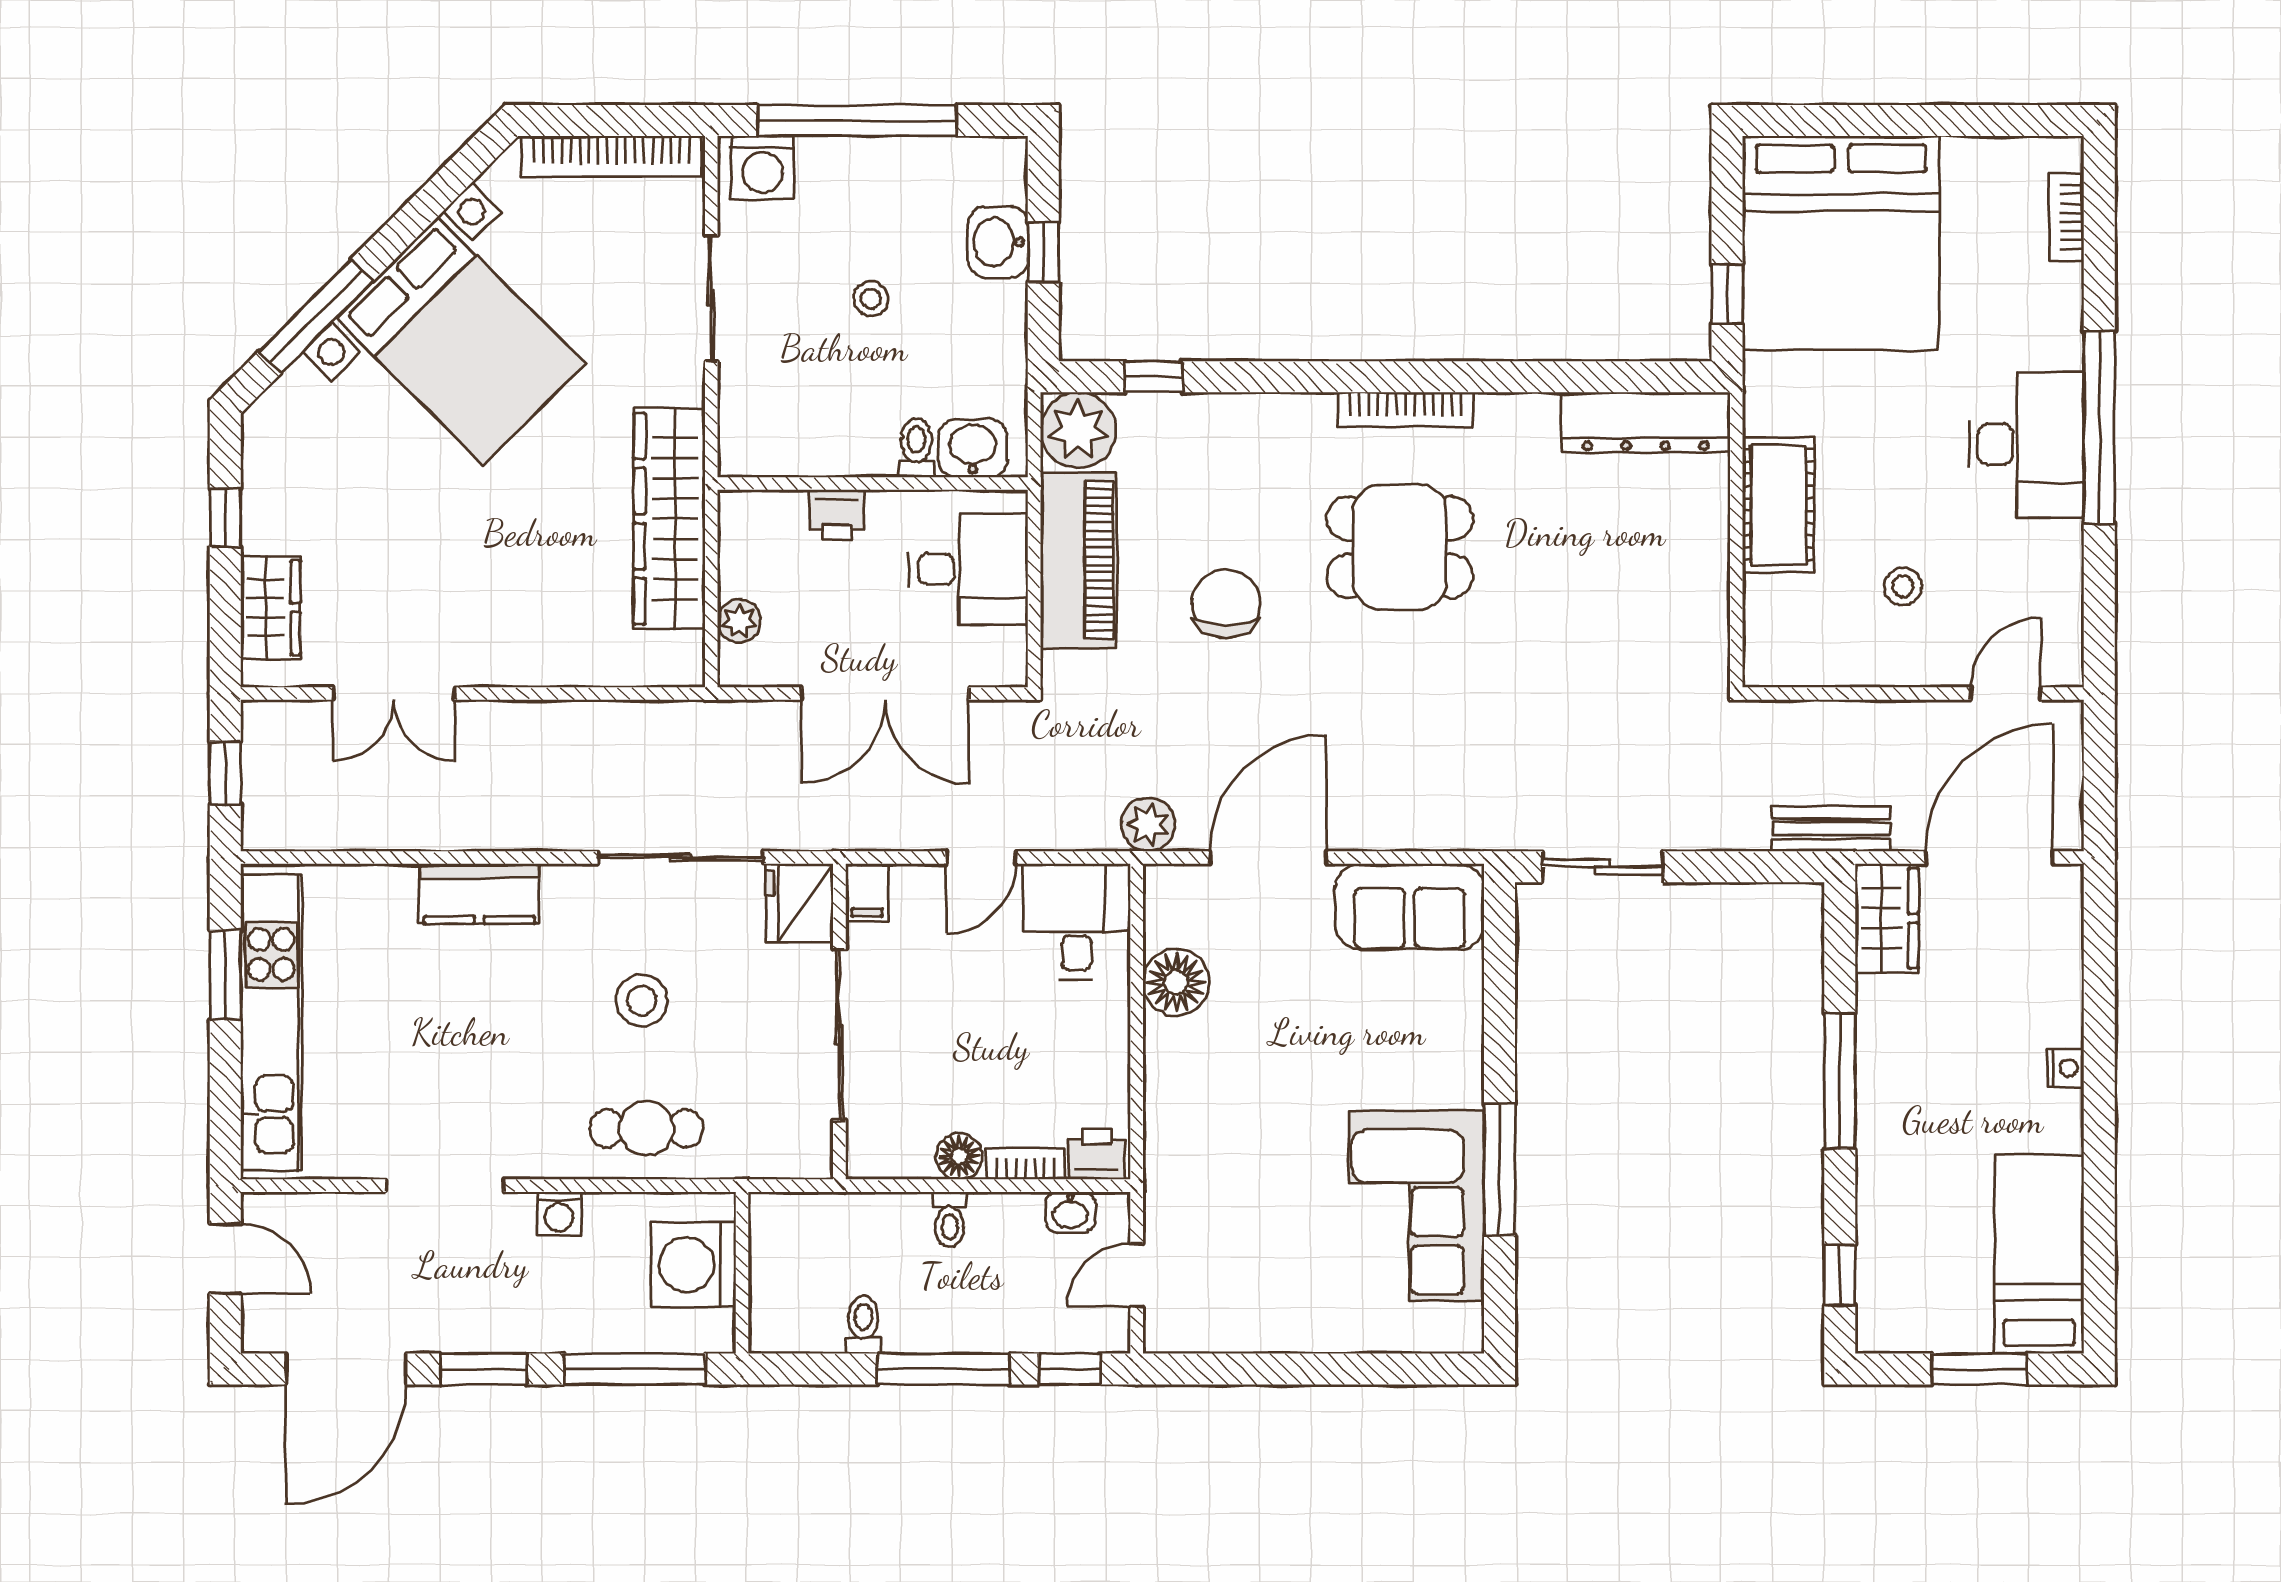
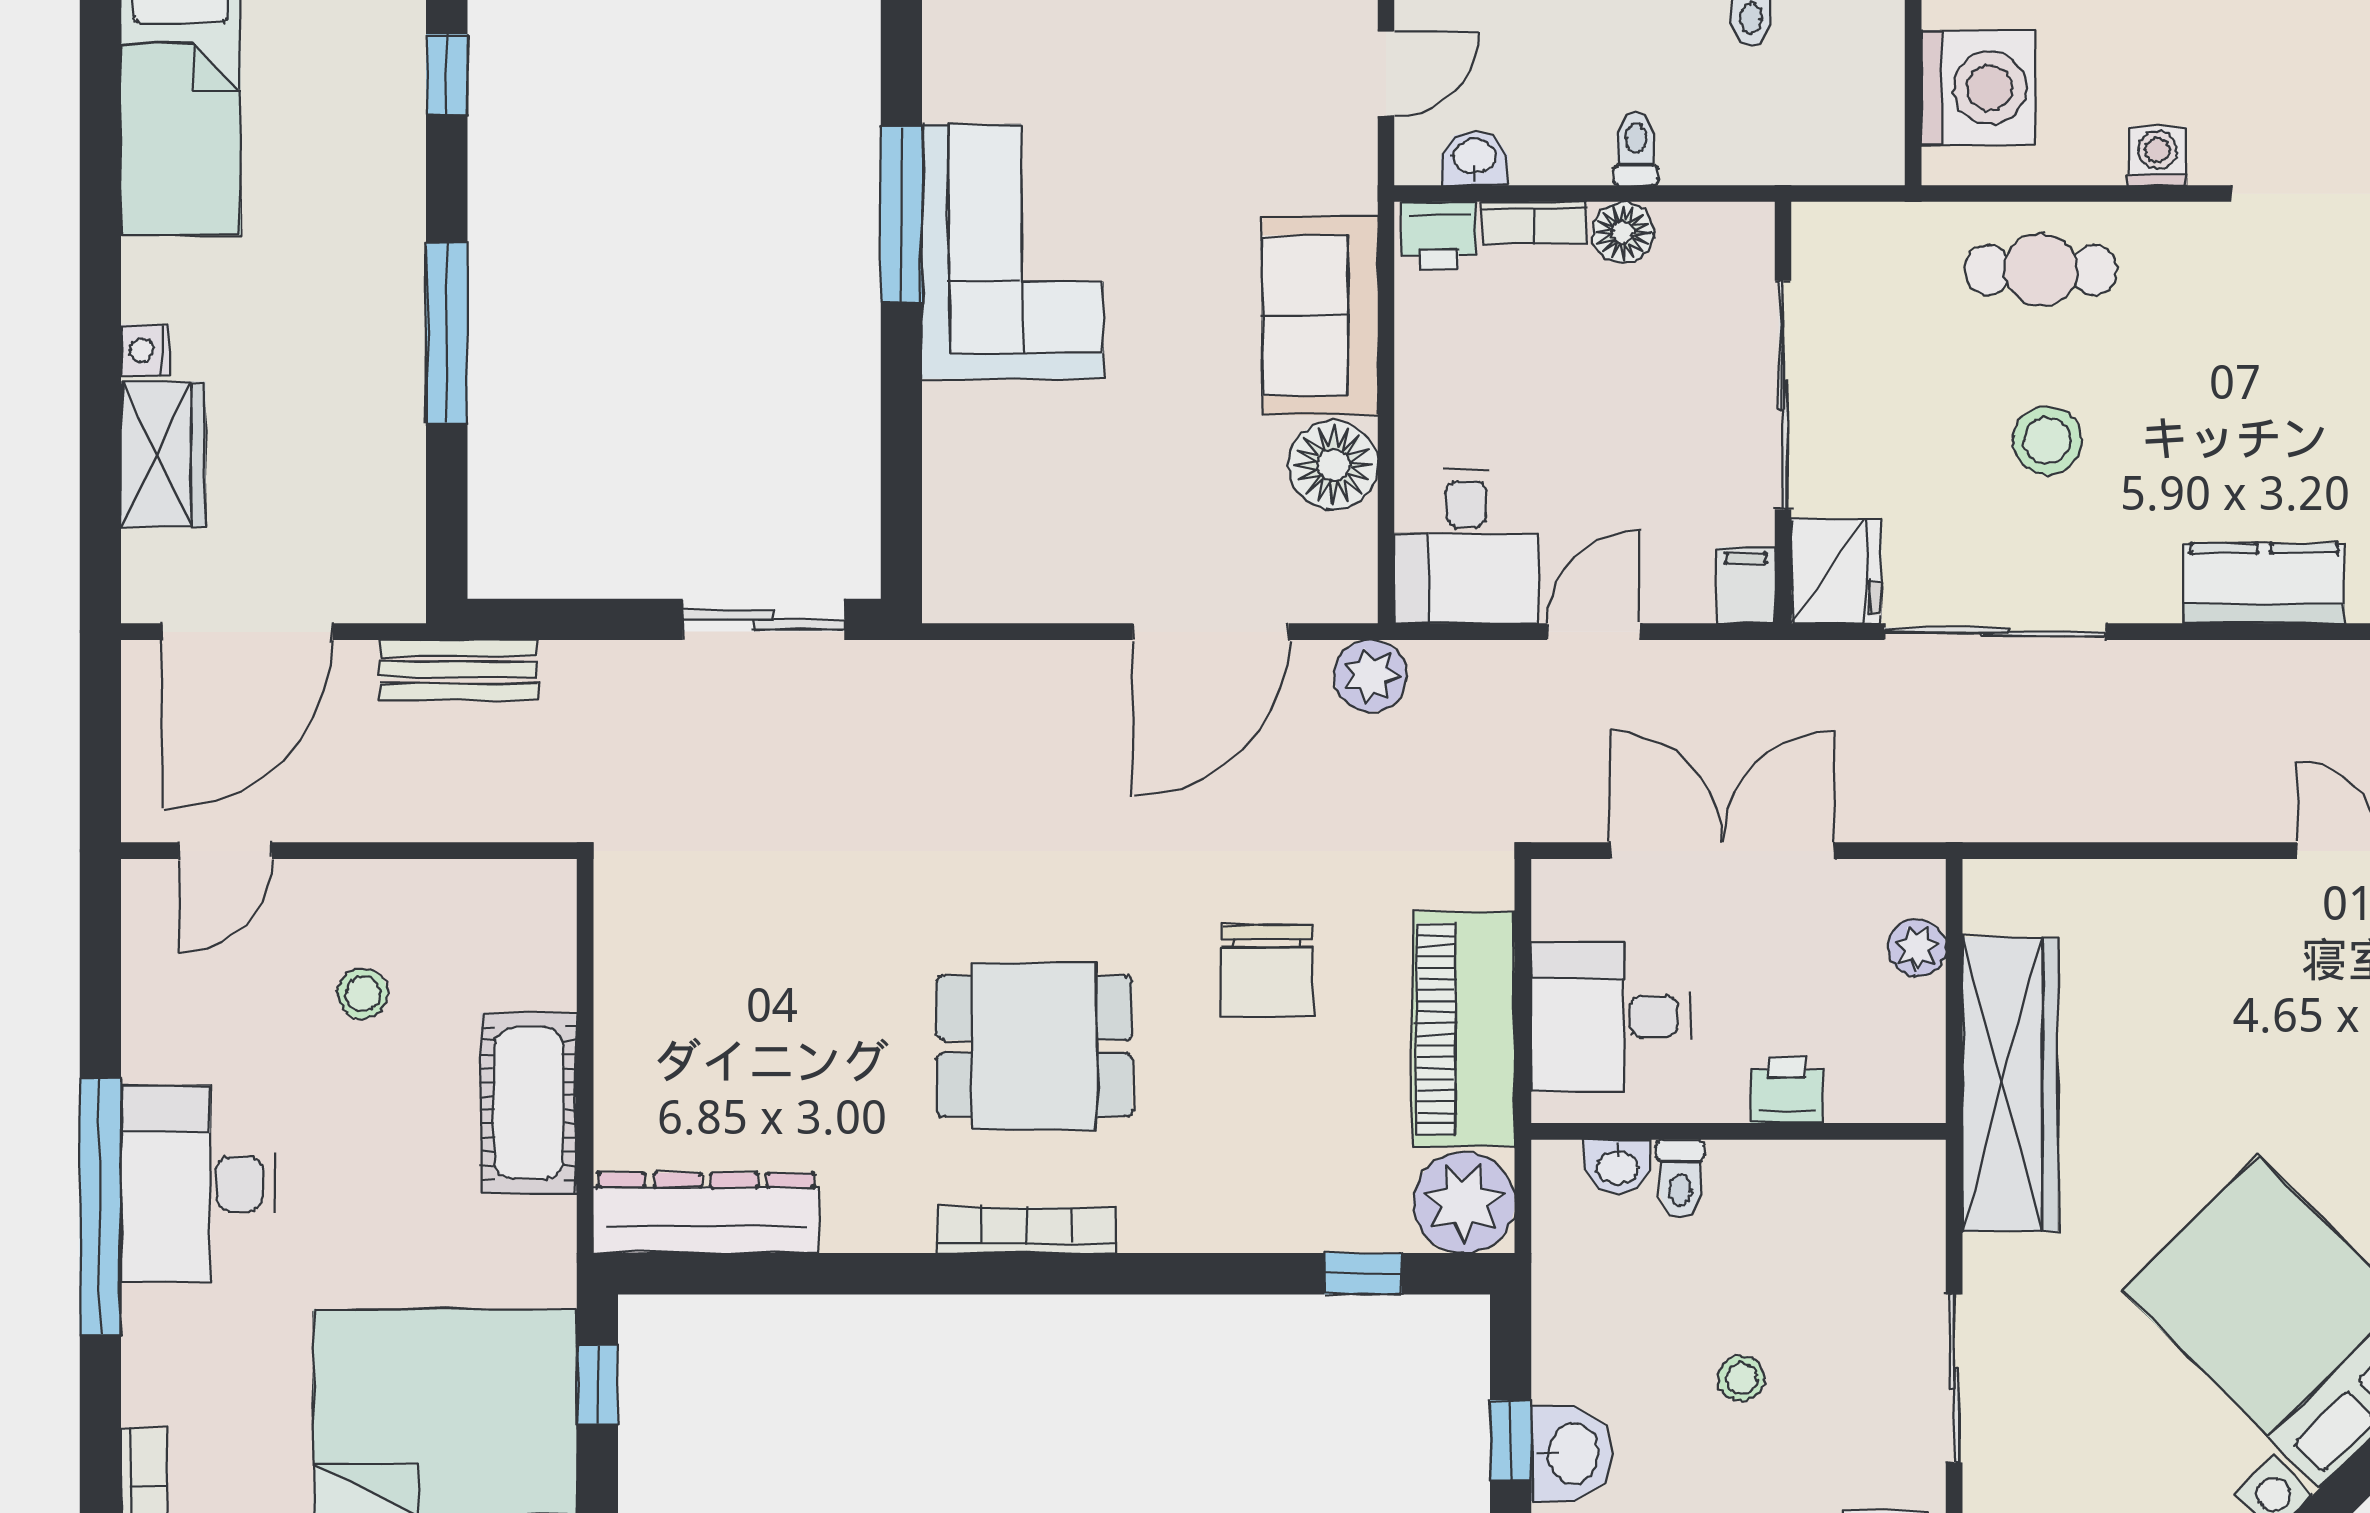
washbasin: (973, 448) -> (1618, 1166), width x0.72, depth x0.69
sofa: (1410, 907) -> (1320, 315), moved, turned -90
wardrobe: (1887, 918) -> (163, 454), moved, turned 180
corner sofa: (1416, 1206) -> (1012, 252), moved

